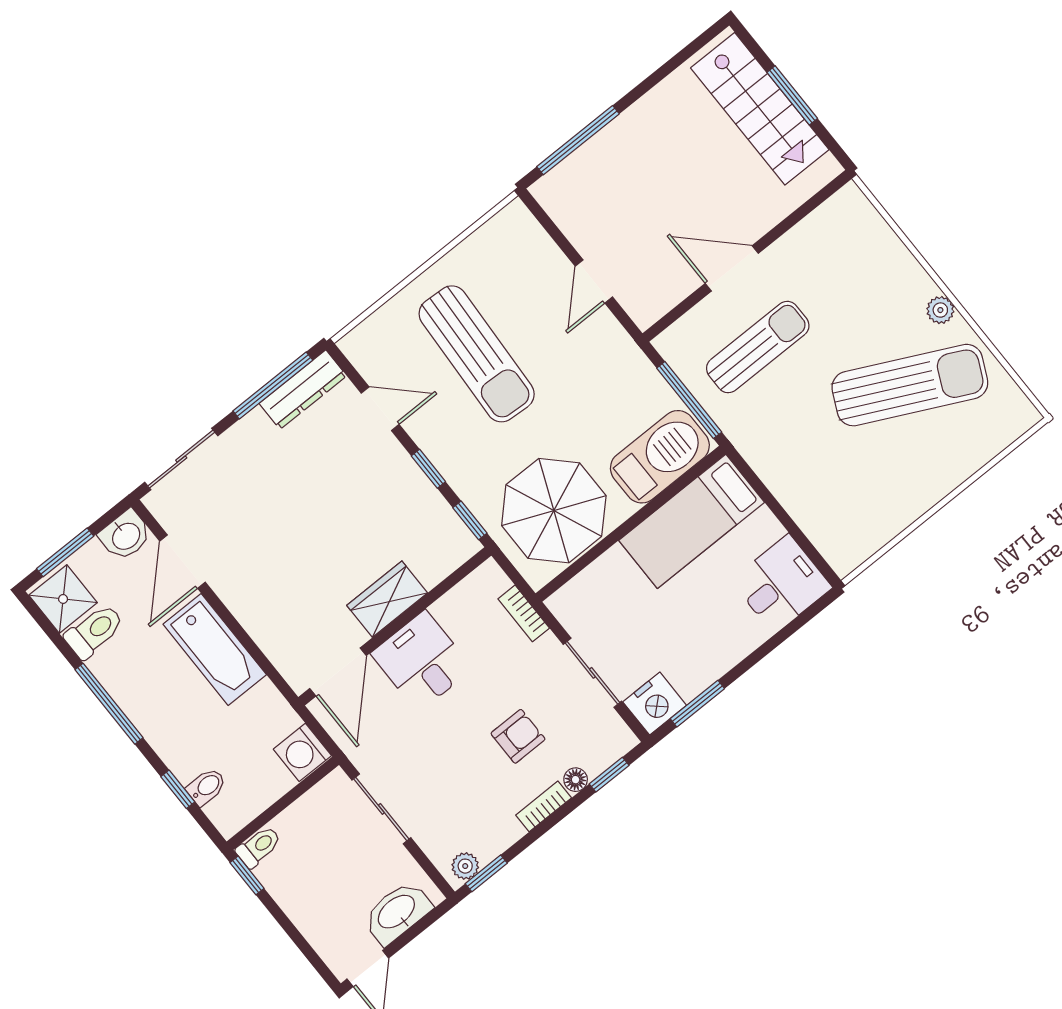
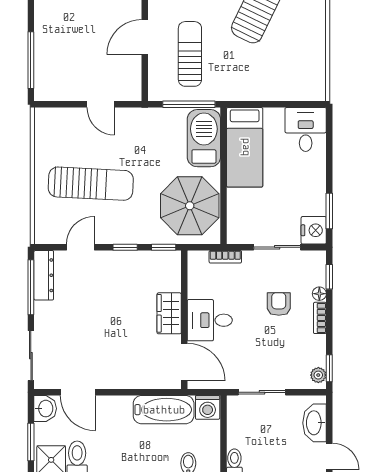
bathtub: (215, 649) -> (164, 410), moved

